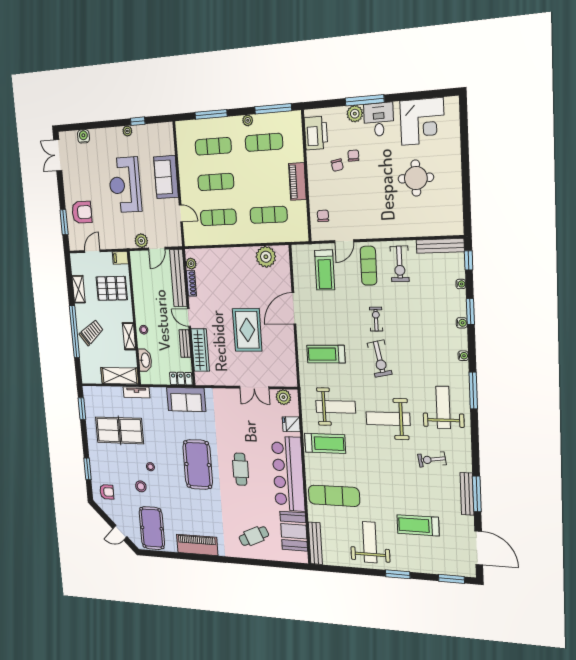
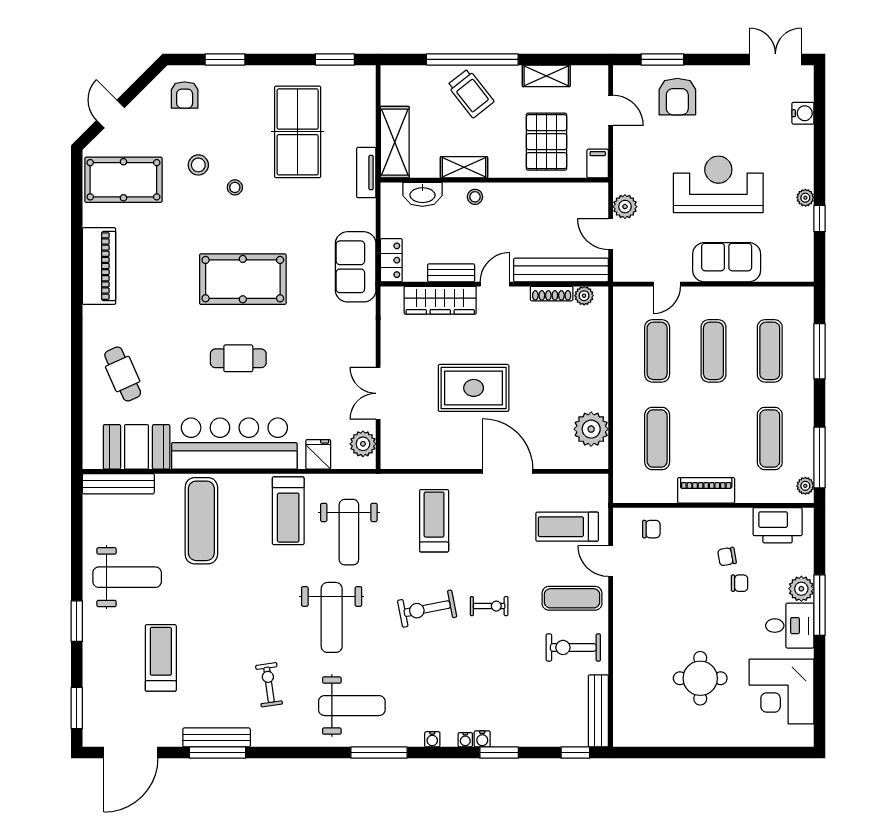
plant: (248, 120) -> (805, 486), moved
water cooler: (461, 284) -> (465, 740), moved
weight bench: (388, 419) -> (332, 617), turned 180

